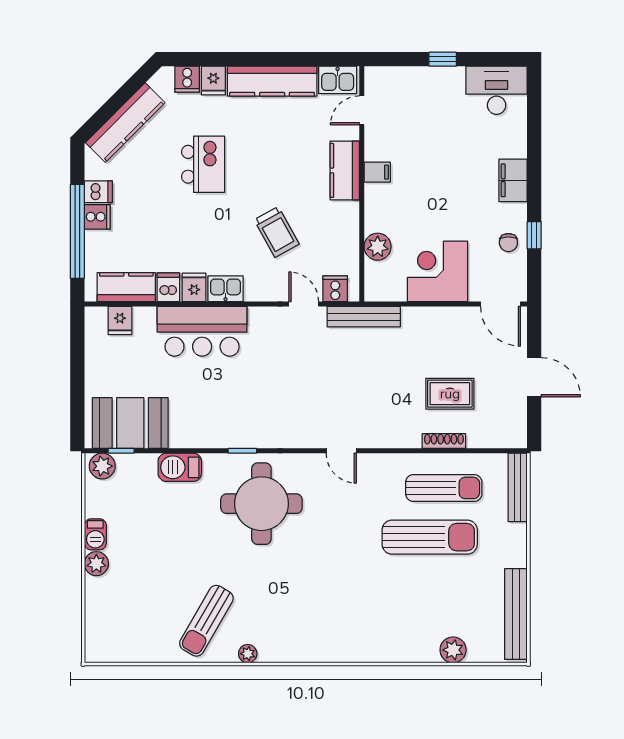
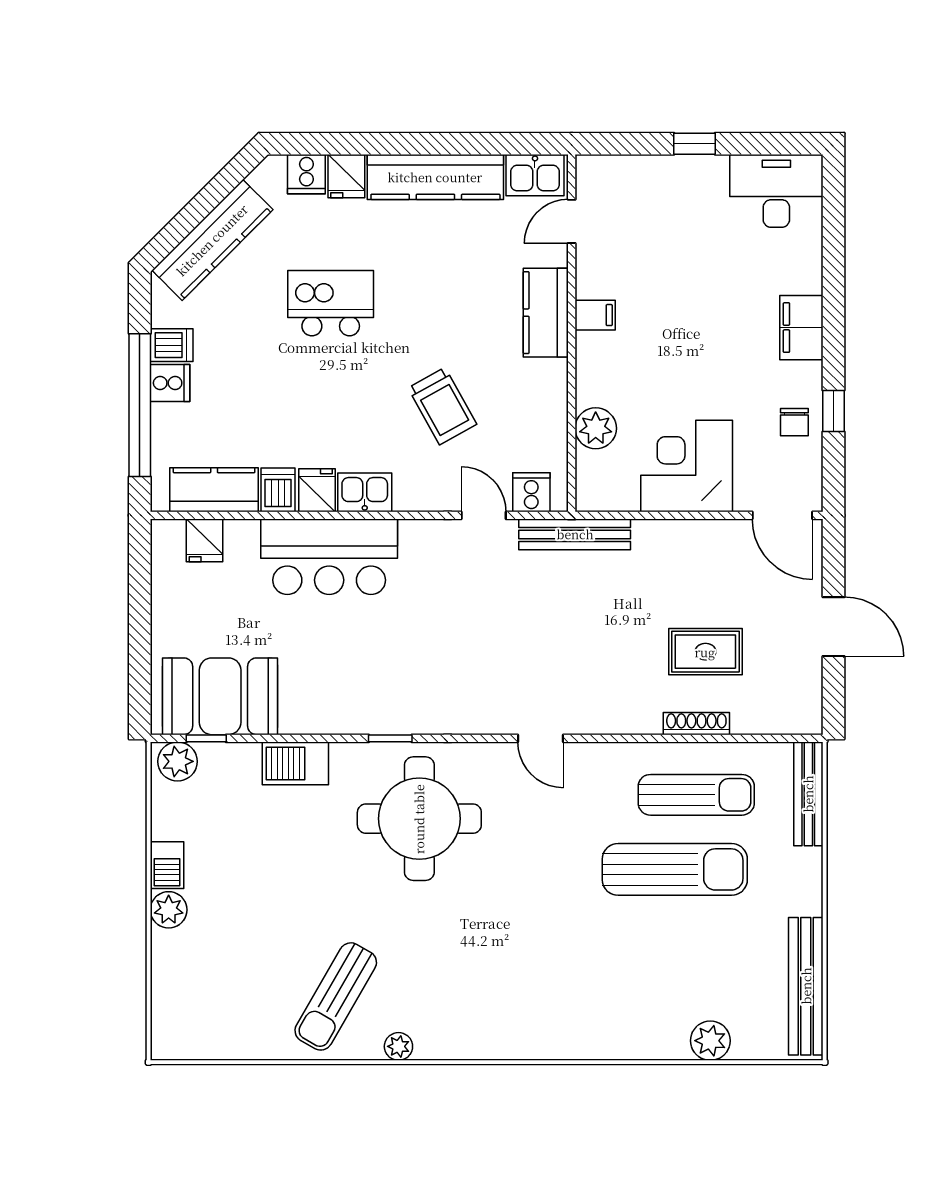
kitchen island: (203, 164) -> (331, 303), turned -90

